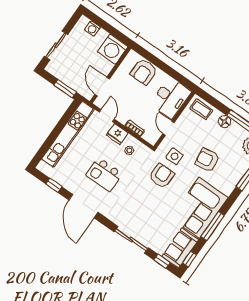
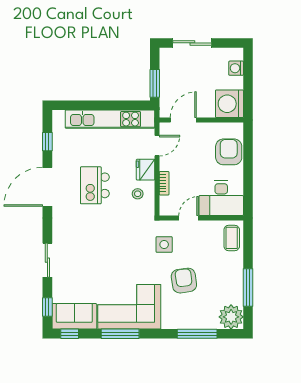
armchair: (144, 72) -> (229, 152), turned 90
floor lamp: (225, 121) -> (236, 271), removed
armchair: (162, 176) -> (135, 245), removed
sliding door: (131, 240) -> (47, 260), width x0.73

